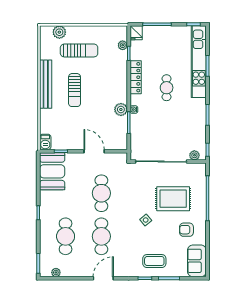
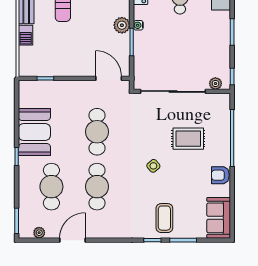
barbecue: (45, 142) -> (26, 35), moved
door: (94, 151) -> (109, 78), moved
booth: (52, 171) -> (34, 132), moved
rug: (173, 199) -> (188, 139), width x0.73, depth x0.70
armchair: (186, 230) -> (220, 175), moved
coffee table: (154, 261) -> (164, 218), turned 90
door: (103, 278) -> (73, 240), moved

